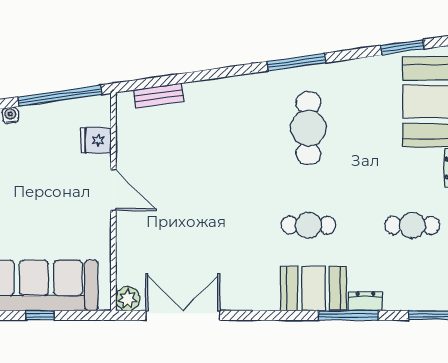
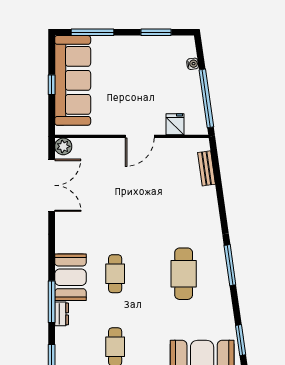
cafe table: (308, 128) -> (184, 274), turned 90

